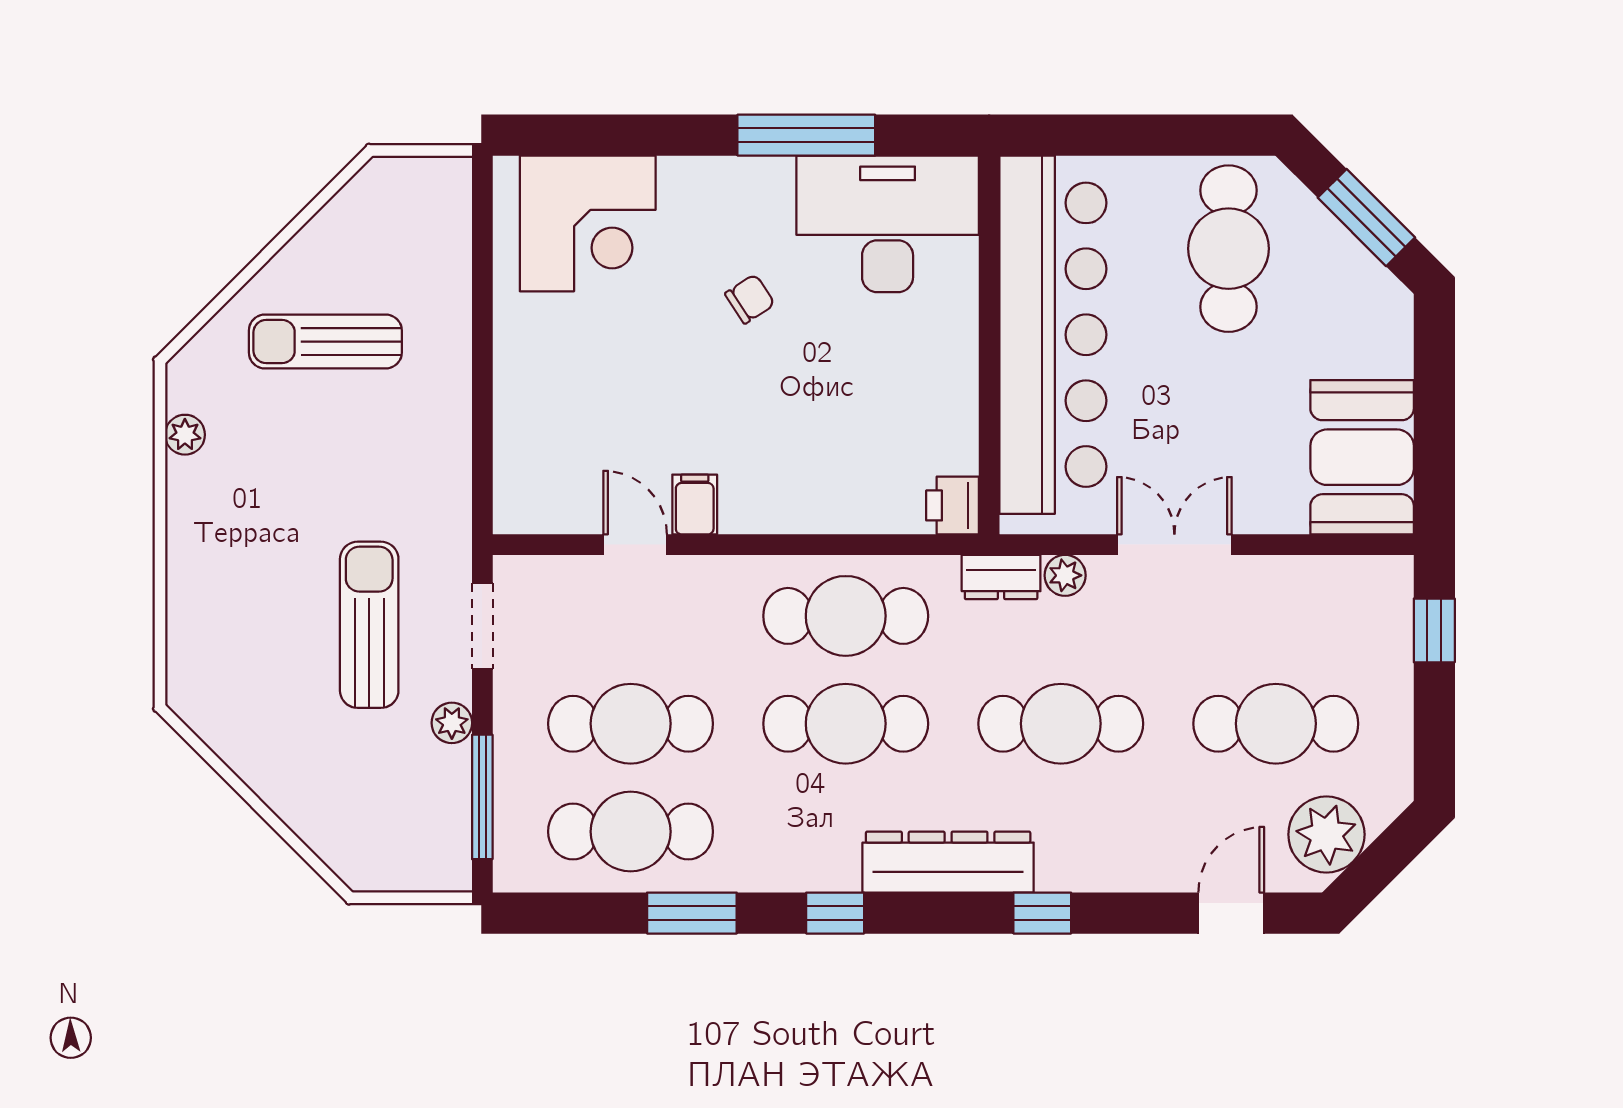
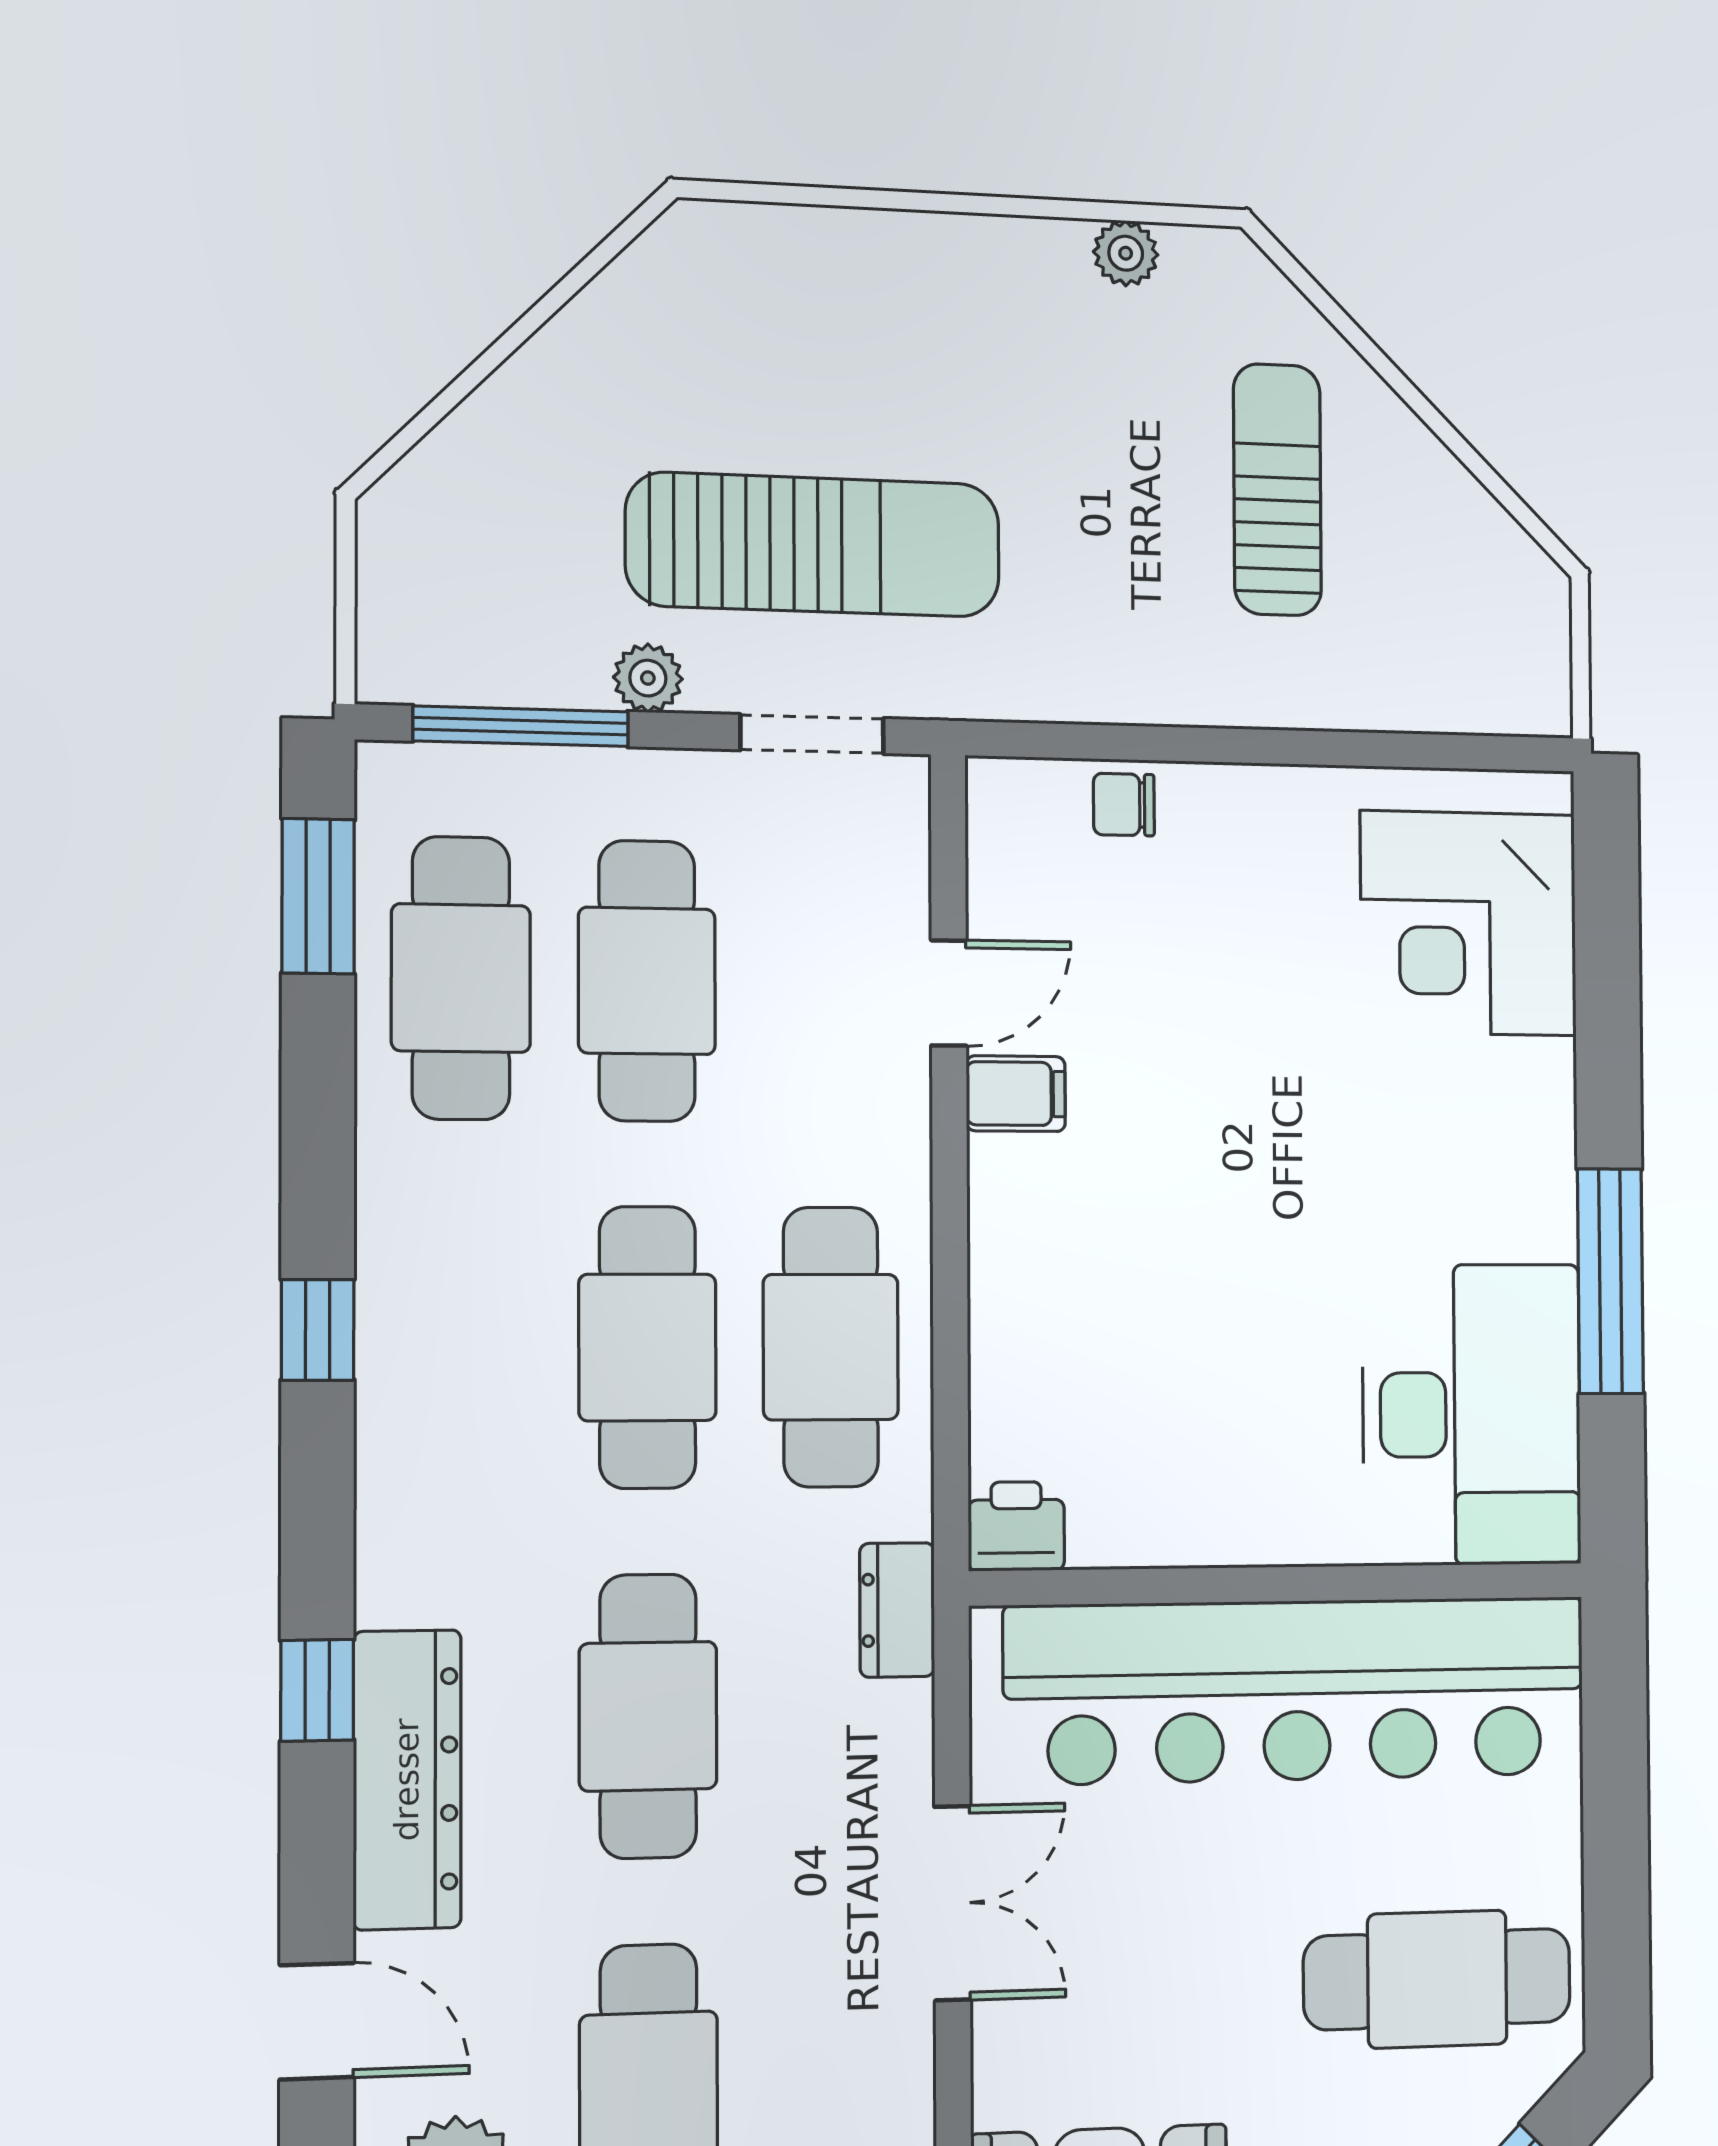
chair: (750, 299) -> (1124, 805), moved, turned 123
plant: (1065, 575) -> (900, 1719), removed
sun lounger: (369, 625) -> (813, 545), width x1.36, depth x1.34
dresser: (948, 862) -> (407, 1780), moved
window: (692, 913) -> (318, 896), moved

